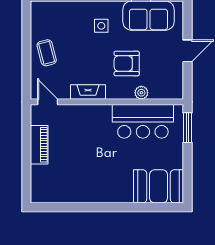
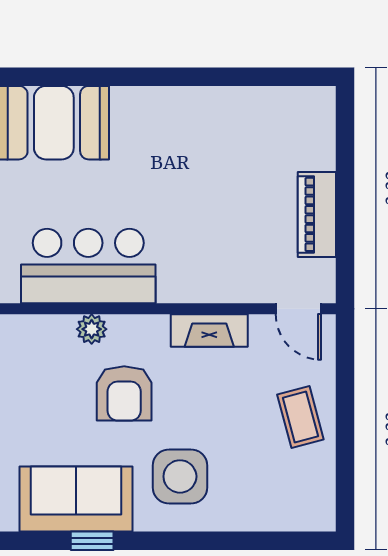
side table: (101, 26) -> (180, 476), width x1.87, depth x1.87
armchair: (127, 64) -> (124, 393), turned 90

